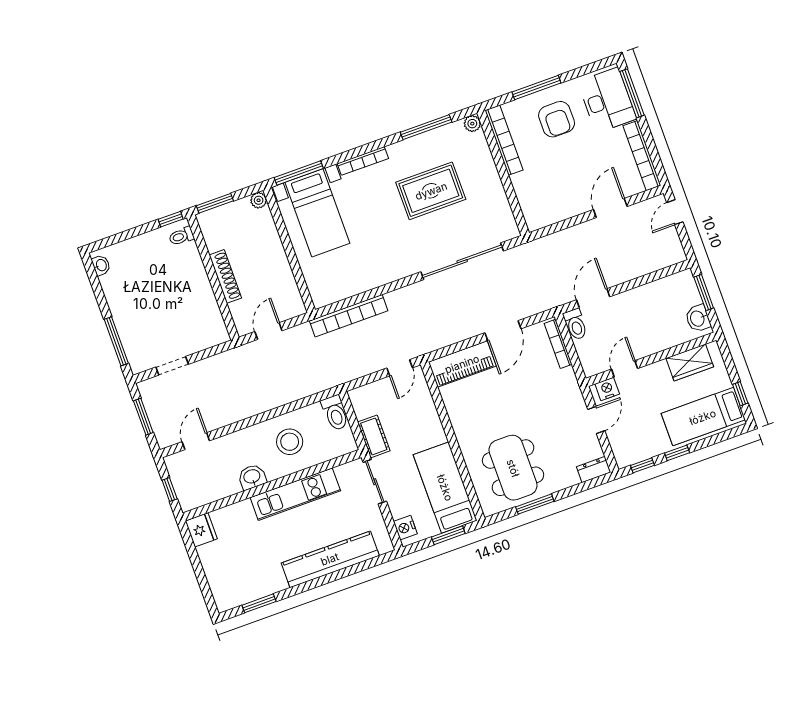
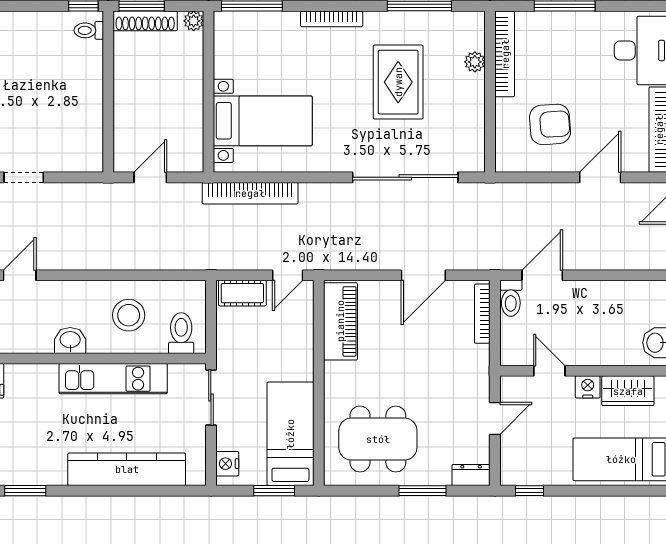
armchair: (557, 119) -> (550, 124), moved, turned -94
plant: (472, 124) -> (475, 62), moved
rug: (431, 191) -> (398, 82), turned 90
bed with nightstands: (317, 213) -> (263, 121), moved, turned -90
shoe rack: (225, 276) -> (145, 21), moved, turned 90
piano: (462, 364) -> (340, 321), moved, turned -90
door: (625, 369) -> (549, 371), hinge flipped
nightstand: (607, 389) -> (588, 387), moved
toilet: (335, 413) -> (181, 333), moved, turned 180
cot: (374, 436) -> (242, 293), moved, turned 90
window: (677, 453) -> (575, 491), removed
dining table: (513, 468) -> (378, 439), turned 90
window: (535, 504) -> (422, 491), moved

